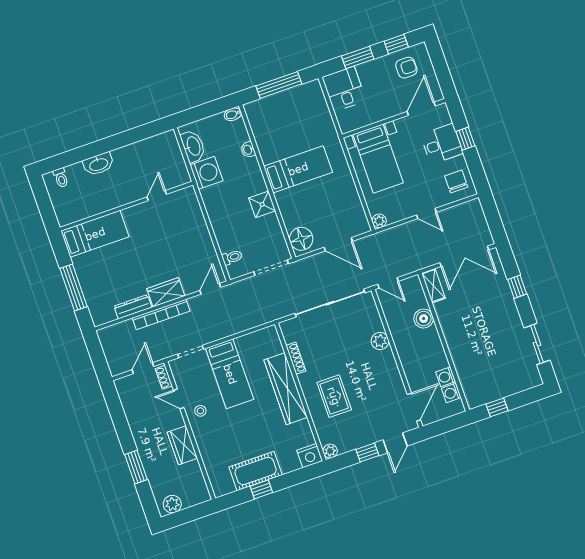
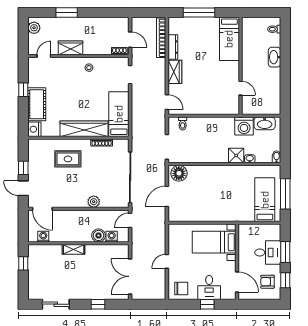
armchair: (406, 68) -> (267, 282), turned 90
desk: (344, 89) -> (268, 253), moved
bed: (298, 169) -> (265, 200), moved, turned 180
shower: (262, 204) -> (236, 155), moved
plant: (379, 221) -> (173, 229), removed
shelving: (433, 286) -> (74, 249), moved
bookcase: (161, 314) -> (161, 38), moved
bed: (230, 374) -> (119, 114), moved, turned 90
washing machine: (446, 377) -> (112, 237), moved
door: (179, 399) -> (44, 56), moved
plant: (330, 451) -> (33, 144), removed
cot: (256, 471) -> (37, 104), moved

